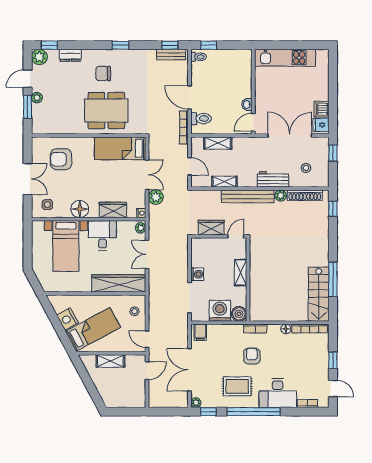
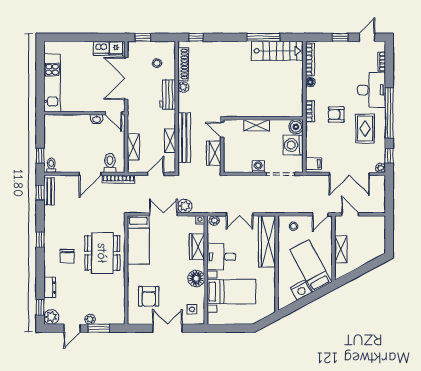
door: (28, 79) -> (72, 328), hinge flipped
bench: (248, 196) -> (184, 138), moved

